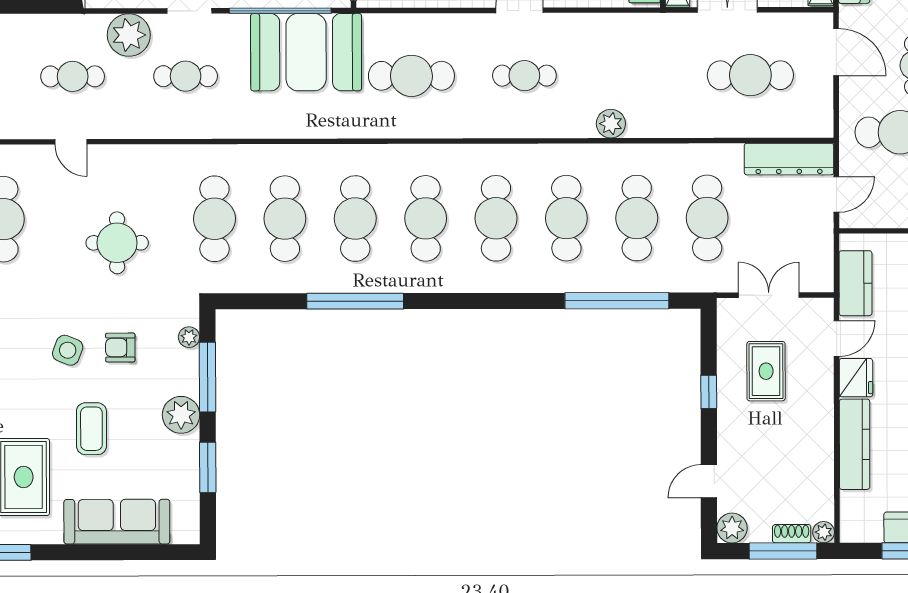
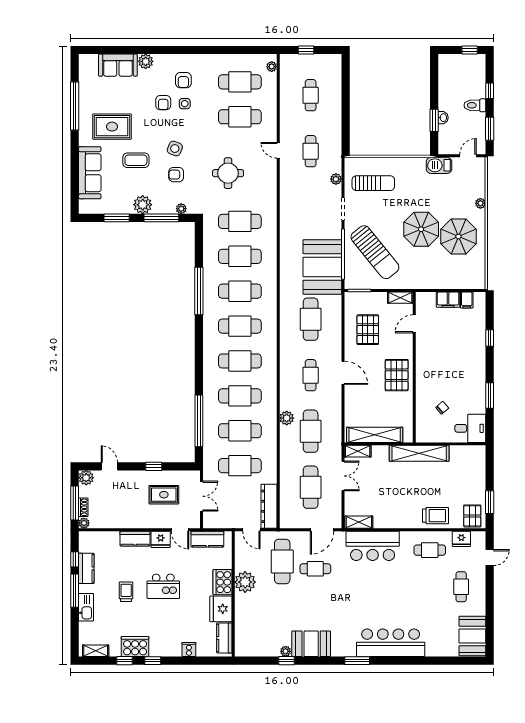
plant: (129, 35) -> (336, 179), width x0.53, depth x0.53
cafe table: (186, 76) -> (311, 431), moved, width x1.37, depth x1.35
door: (71, 142) -> (278, 150), hinge flipped
armchair: (120, 348) -> (176, 175), turned -90
kitchen counter: (855, 444) -> (135, 539), width x0.67

